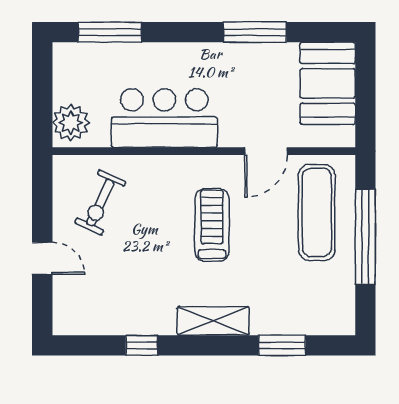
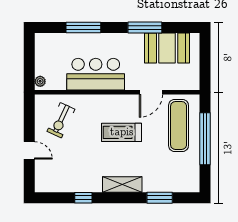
window: (110, 32) -> (83, 28), moved
booth: (328, 83) -> (167, 48), moved, turned 90
plant: (71, 123) -> (40, 81), width x0.53, depth x0.53
treadmill: (212, 225) -> (122, 132), turned -90

